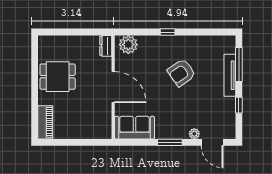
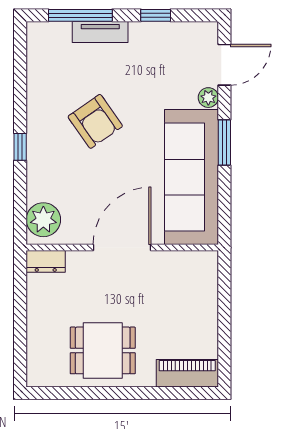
tv unit: (230, 75) -> (100, 32), width x0.71
dining table: (58, 77) -> (103, 350), turned 90
sofa: (135, 128) -> (191, 177), width x1.85, depth x1.27

